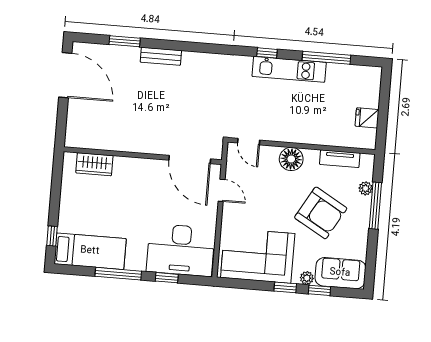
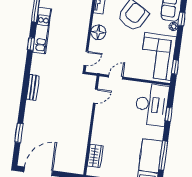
bench: (161, 56) -> (33, 87), moved
door: (190, 160) -> (95, 96), width x0.53
window: (118, 274) -> (163, 155), moved
window: (285, 287) -> (175, 67), moved

